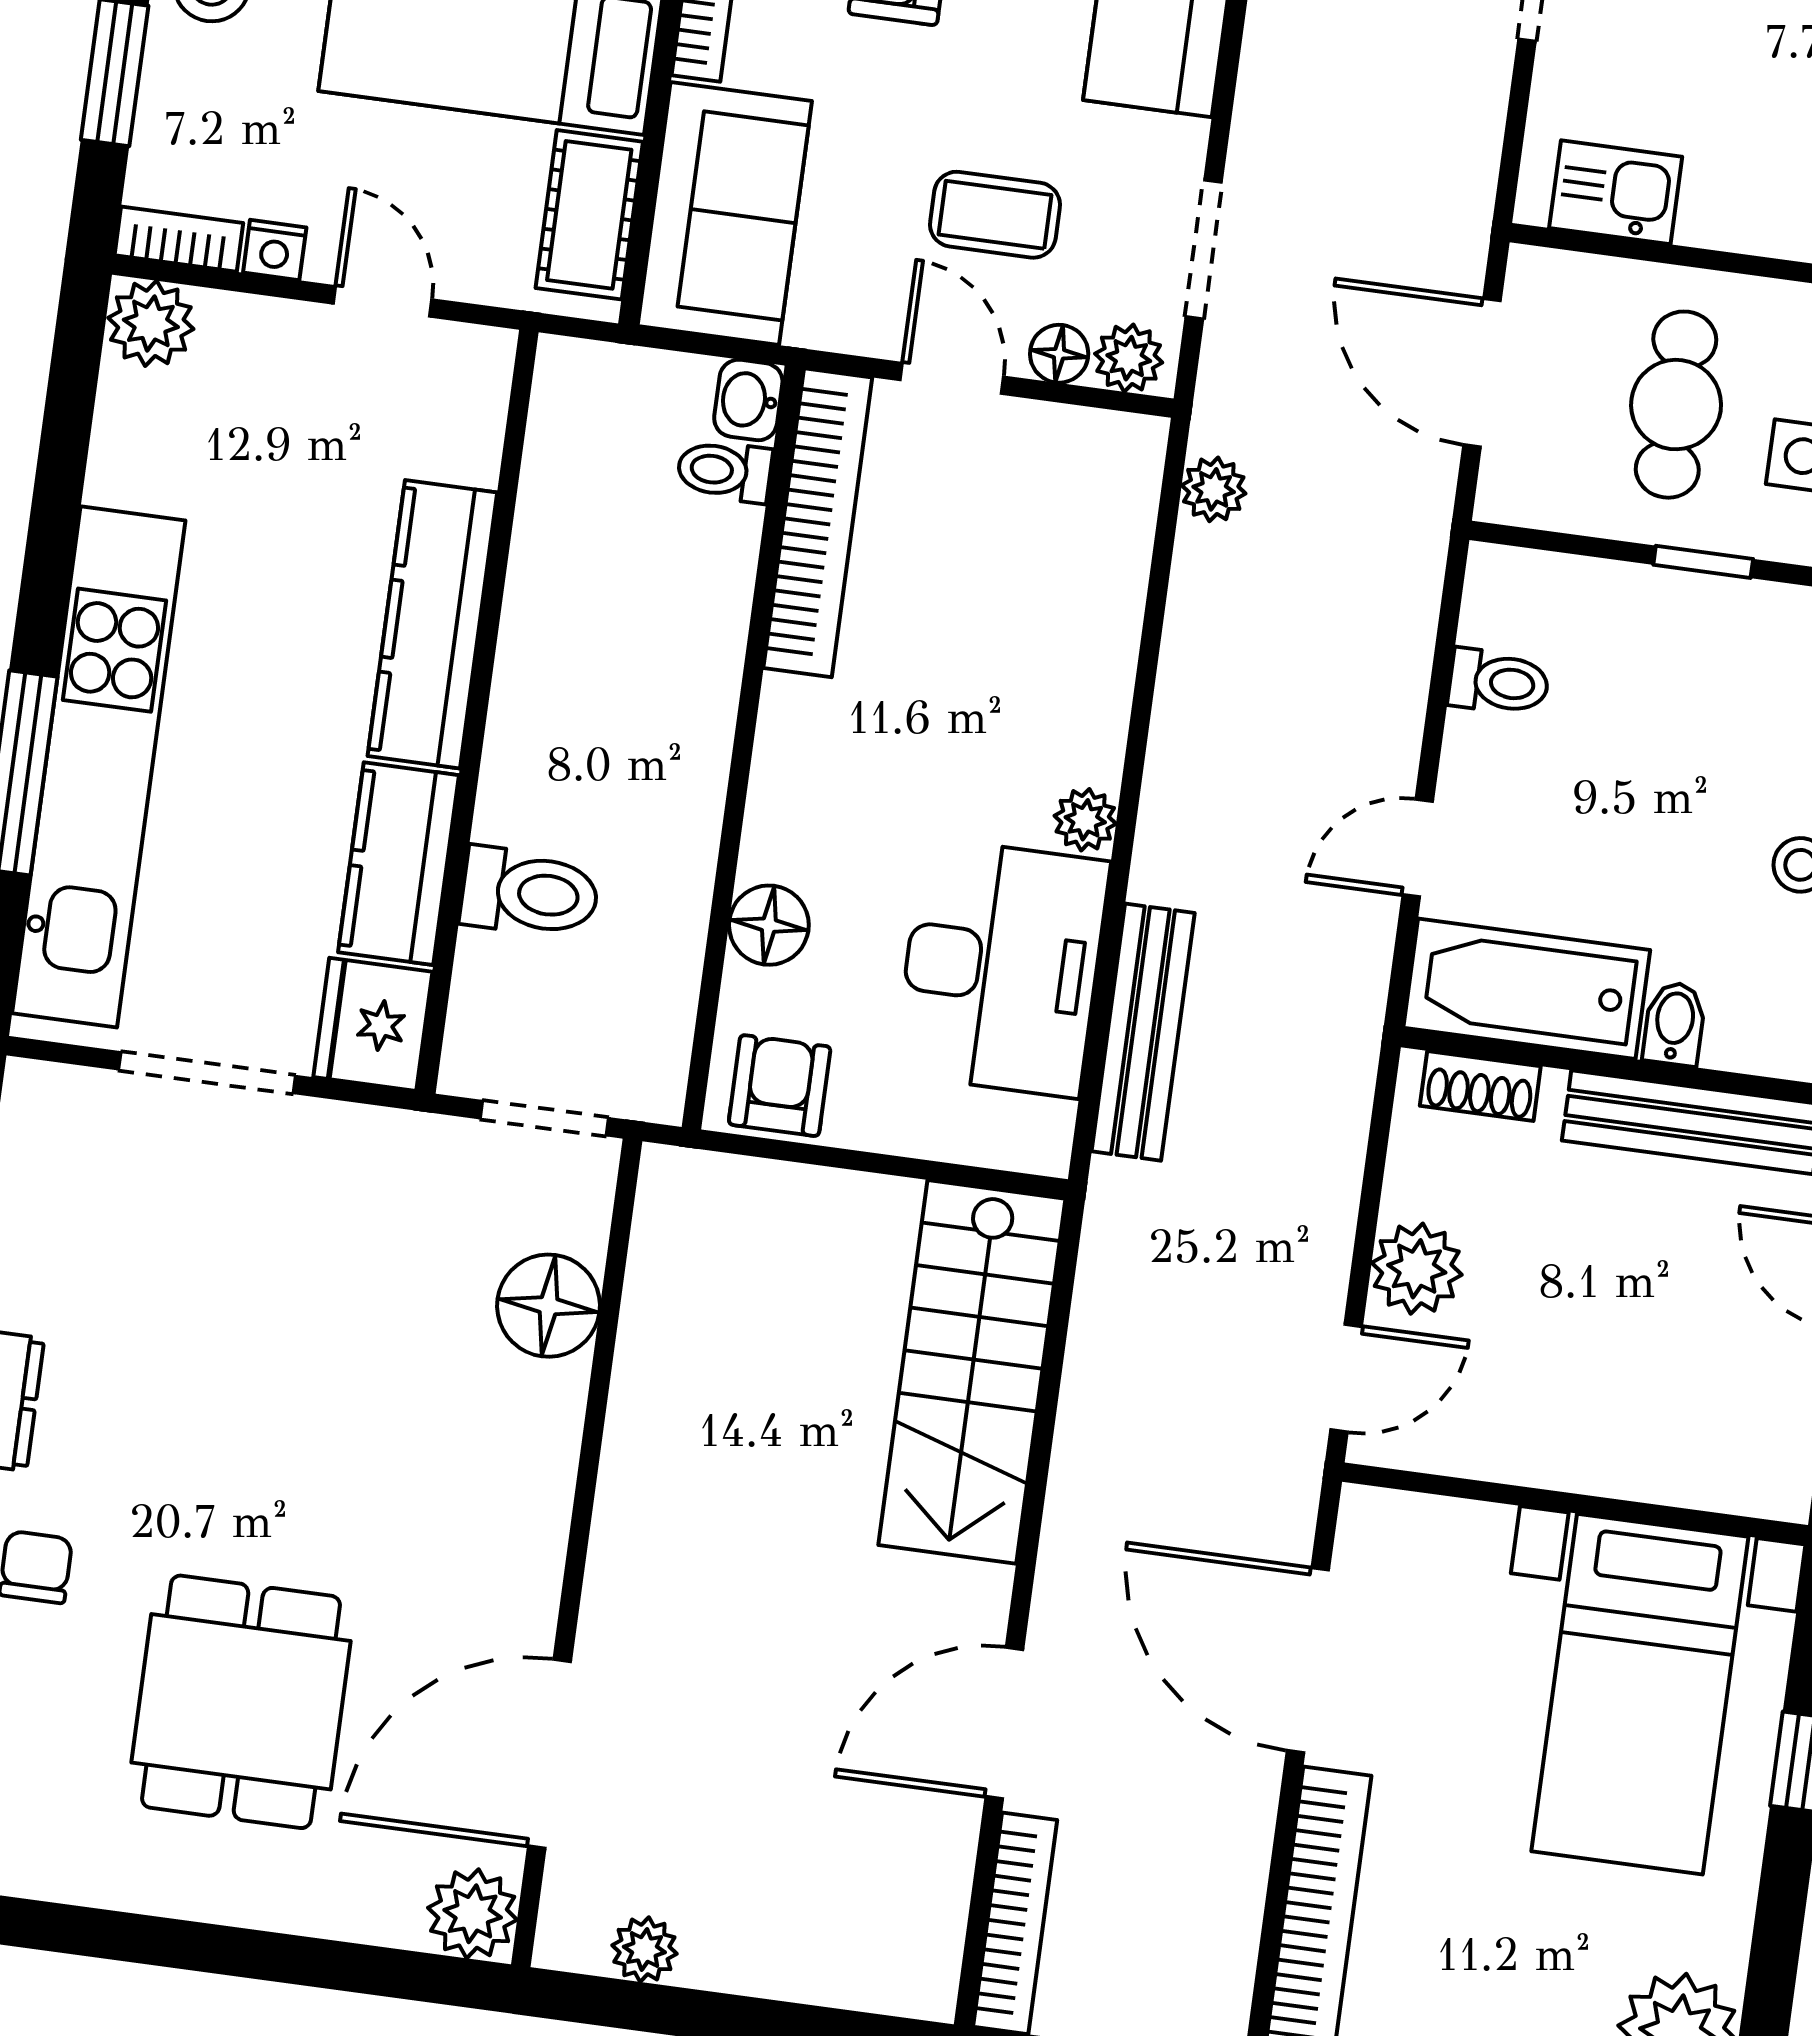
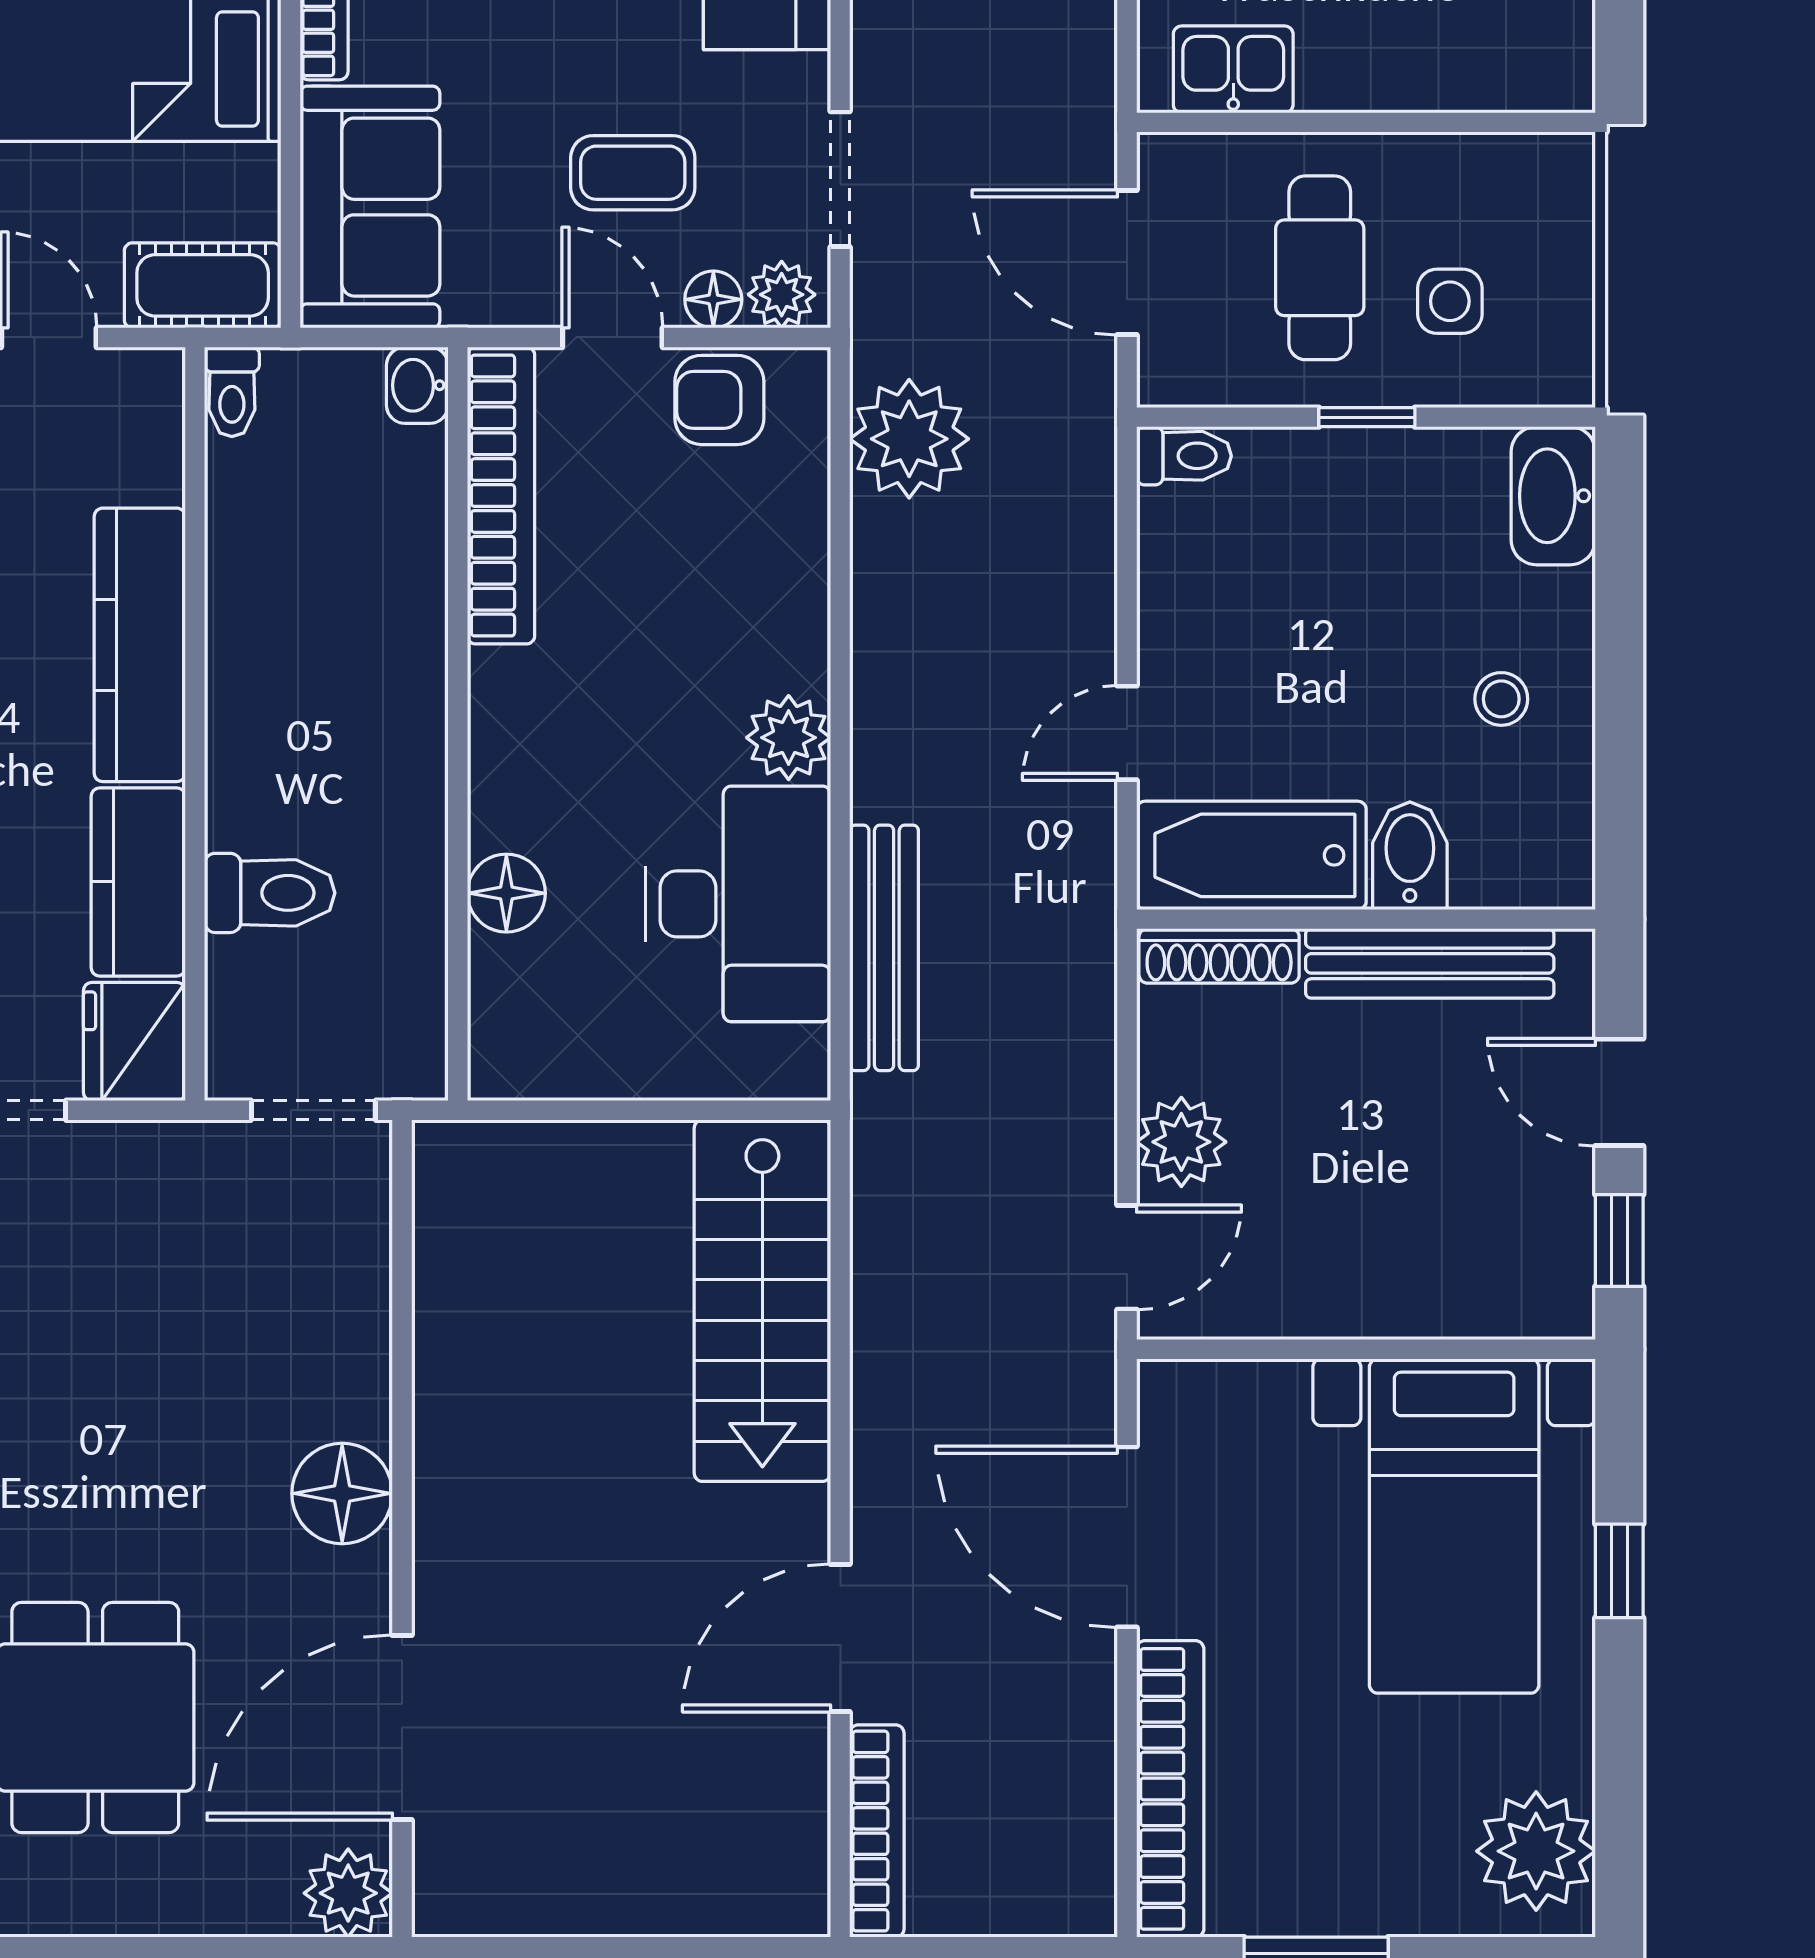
cot: (589, 215) -> (203, 285), moved, turned 90
toilet: (724, 471) -> (232, 392), moved, turned -90
plant: (1214, 489) -> (909, 439), width x1.88, depth x1.88
toilet: (1499, 682) -> (1184, 456), moved
plant: (1085, 820) -> (789, 738), width x1.38, depth x1.38
bidet: (1674, 1024) -> (1410, 856), width x1.38, depth x1.36
armchair: (780, 1086) -> (719, 400), moved, turned -90
shoe rack: (1480, 1086) -> (1219, 956), width x1.43
floor lamp: (549, 1306) -> (342, 1493), moved
plant: (644, 1949) -> (520, 1905), removed

